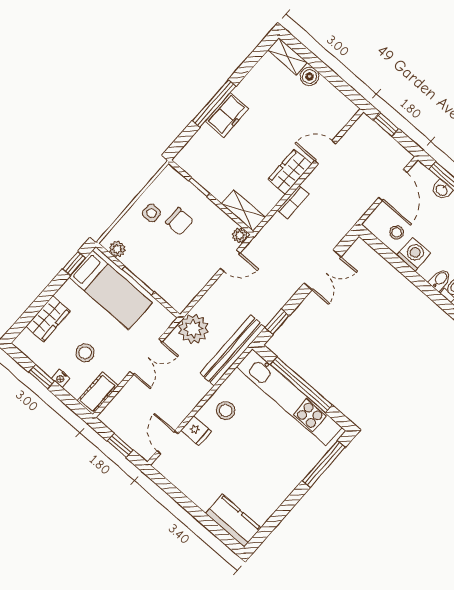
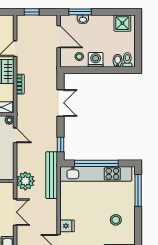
door: (230, 261) -> (15, 135), hinge flipped
stool: (226, 411) -> (116, 220), moved

